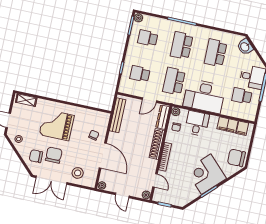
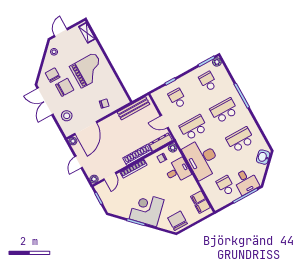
grand piano: (57, 125) -> (88, 70), turned 90
filing cabinet: (227, 125) -> (198, 198), width x0.50
door: (103, 156) -> (86, 128), moved

